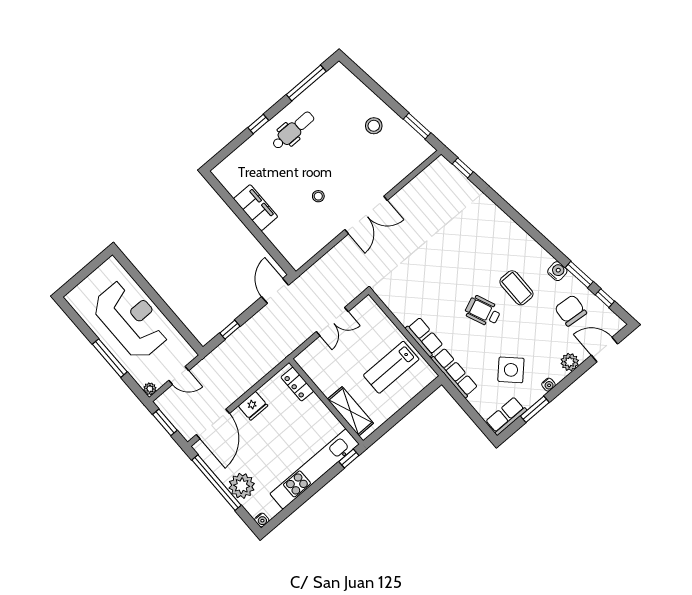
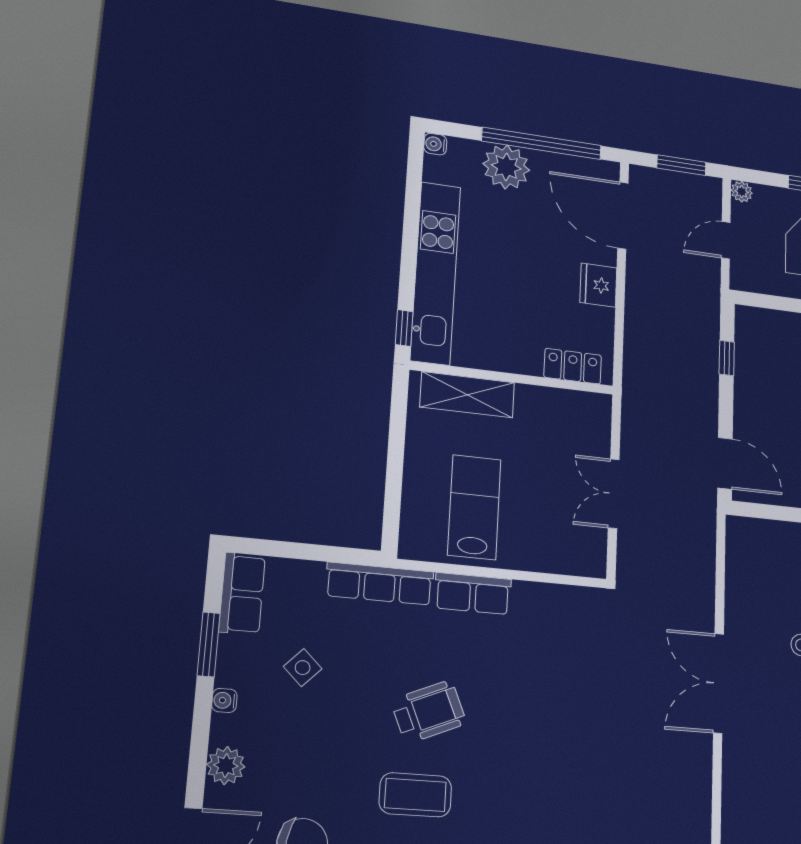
side table: (511, 370) -> (303, 668), width x0.54, depth x0.54

